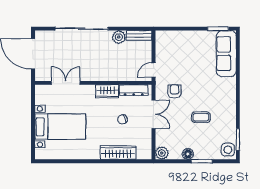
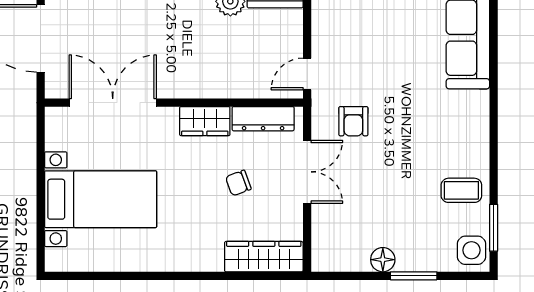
double door: (66, 83) -> (113, 103), width x1.37
armchair: (174, 91) -> (353, 121), turned 180
coffee table: (201, 117) -> (461, 190), moved
wardrobe: (118, 153) -> (264, 257), moved
plant: (162, 153) -> (325, 258), removed

